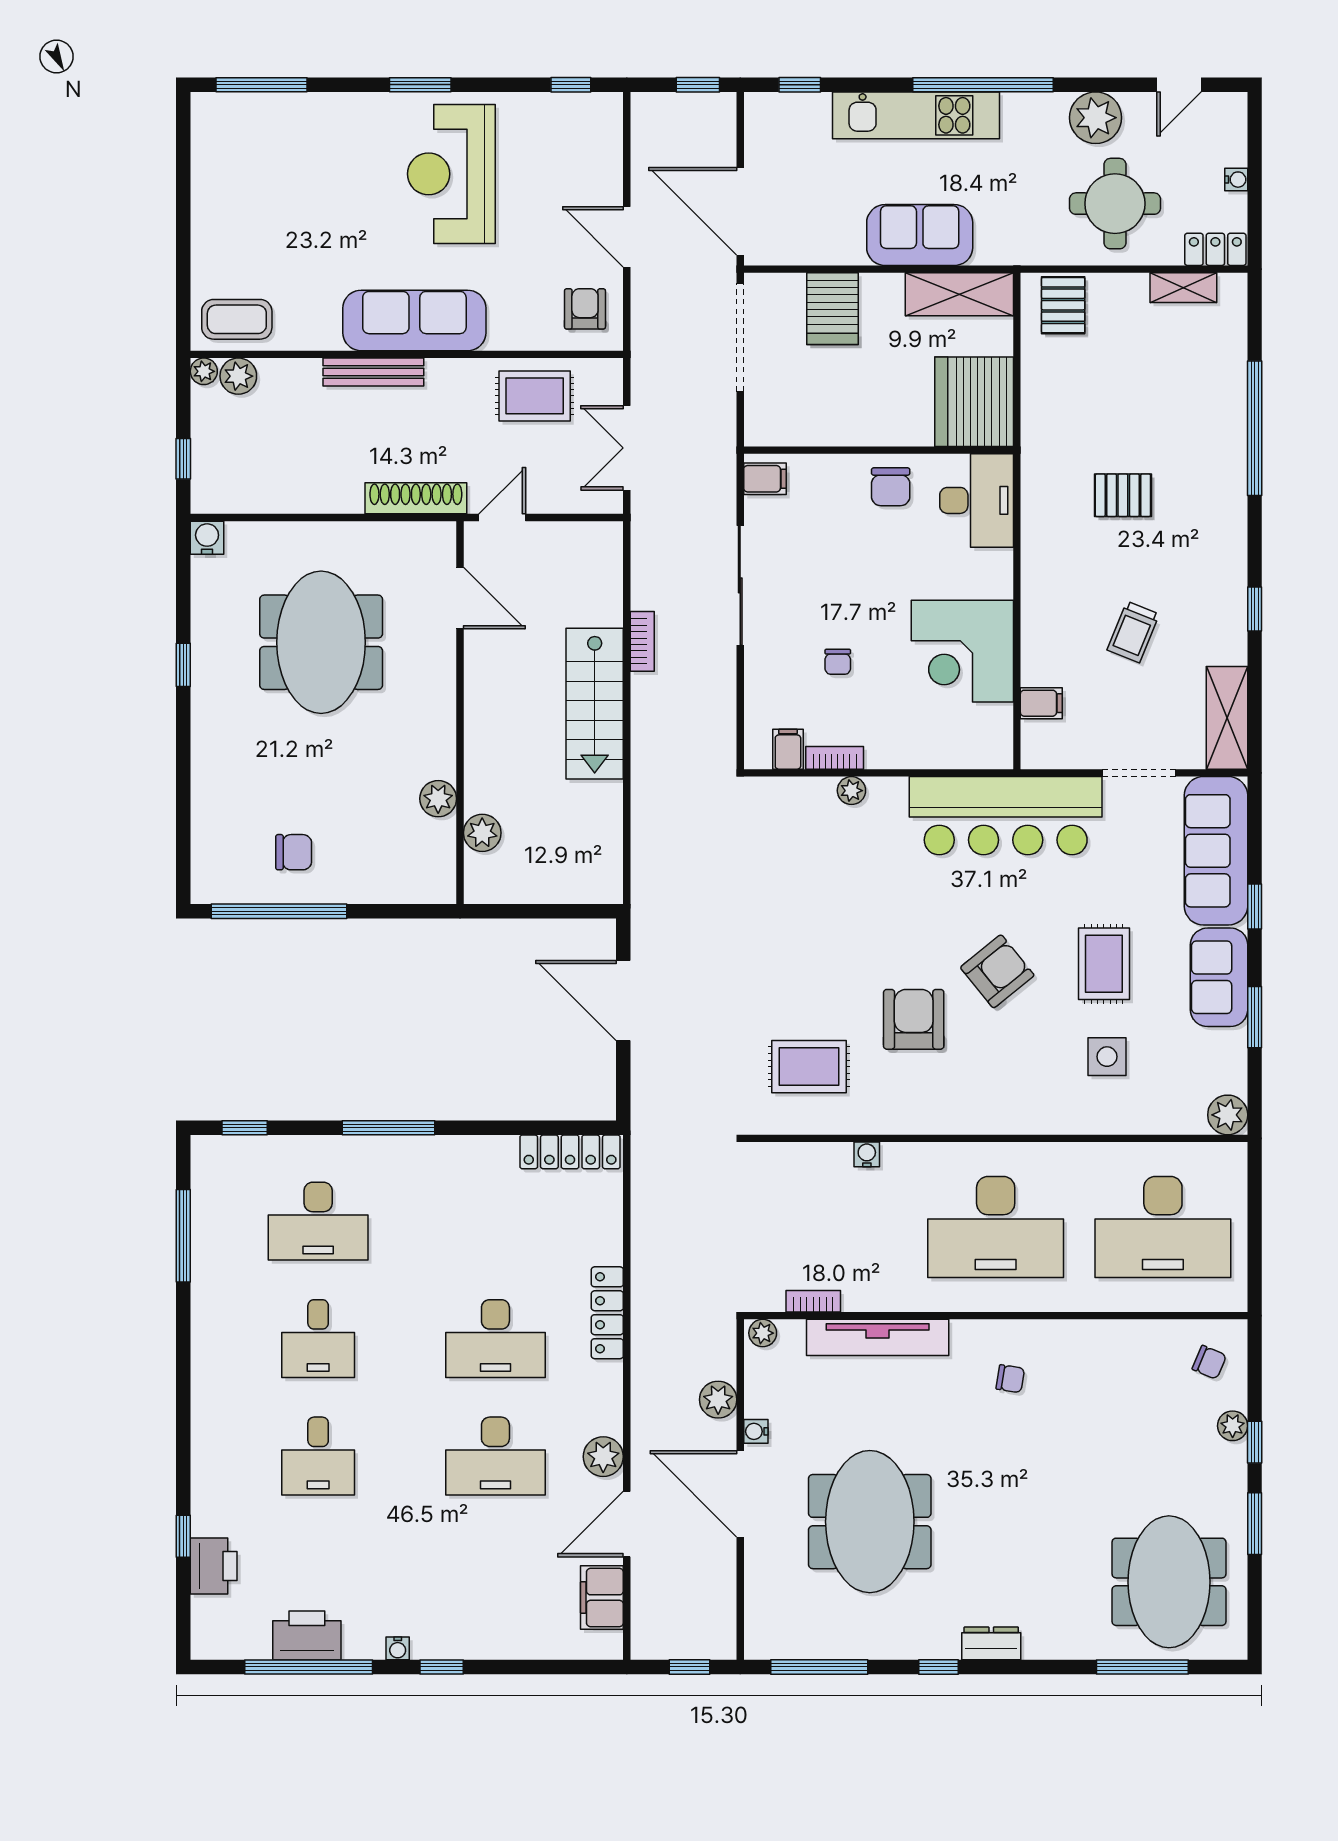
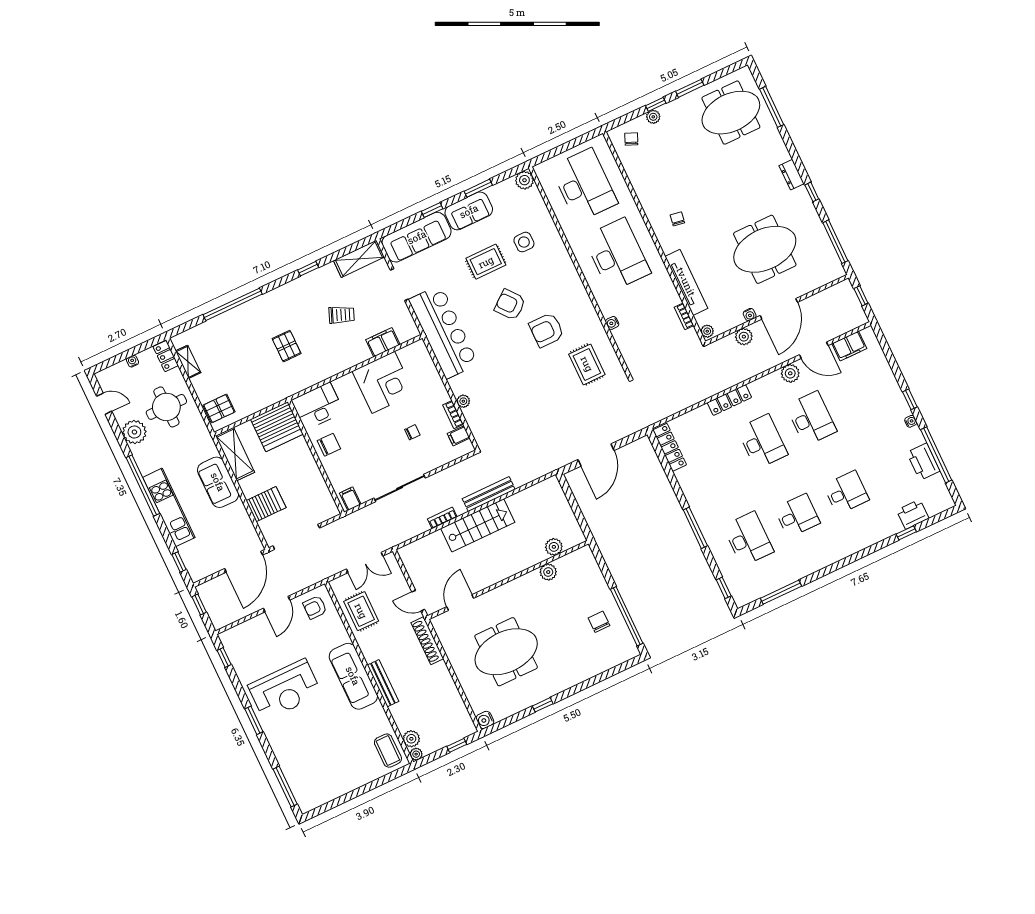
filing cabinet: (1041, 703) -> (383, 342), width x2.00
bench: (646, 754) -> (489, 494), added

